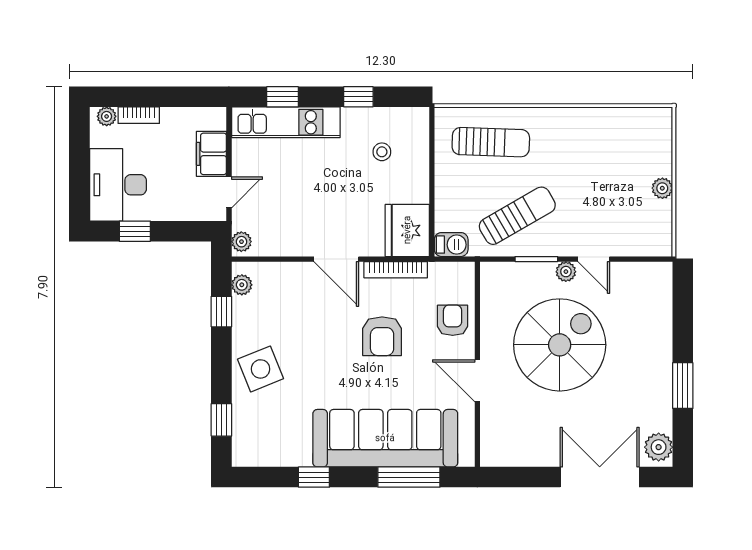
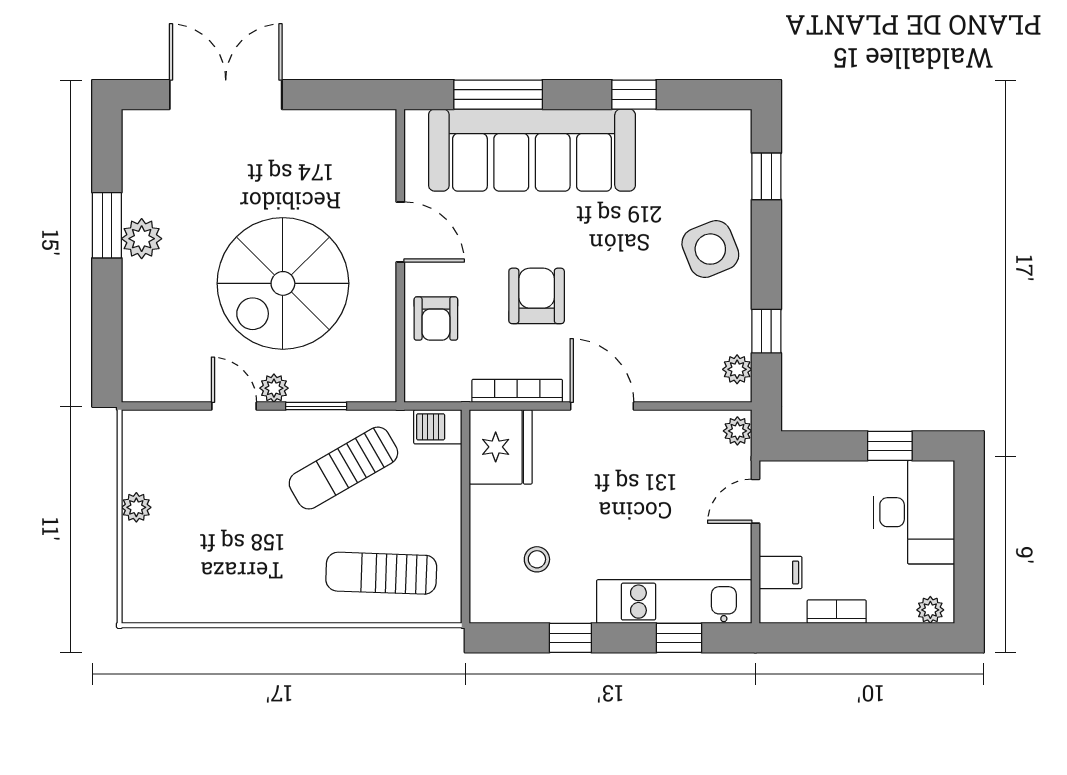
bookcase: (139, 115) -> (837, 612), moved
filing cabinet: (211, 154) -> (780, 572), width x0.50
plant: (659, 447) -> (142, 239), moved
double door: (600, 477) -> (226, 95), swing flipped

